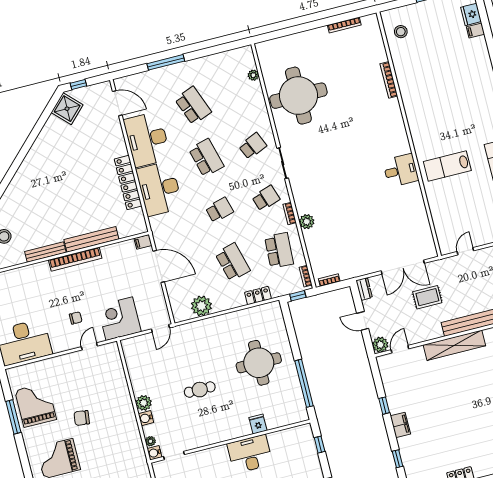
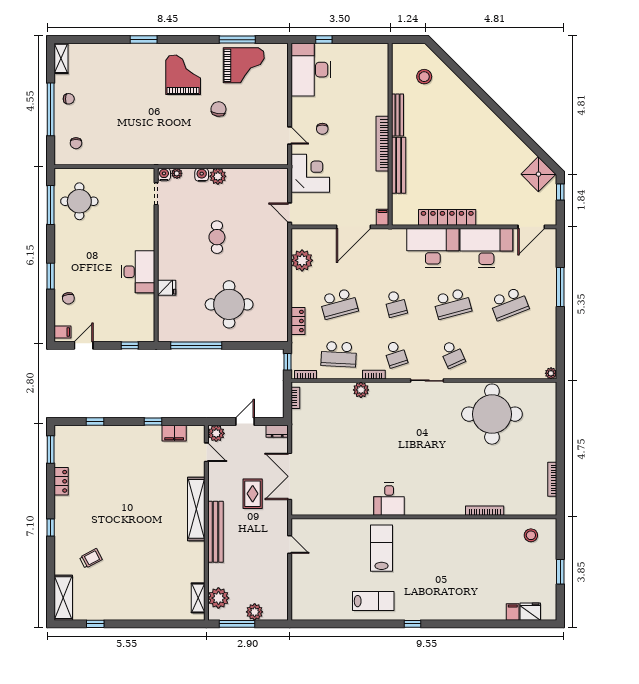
plant: (253, 75) -> (551, 373), moved
filing cabinet: (400, 425) -> (174, 433), moved

